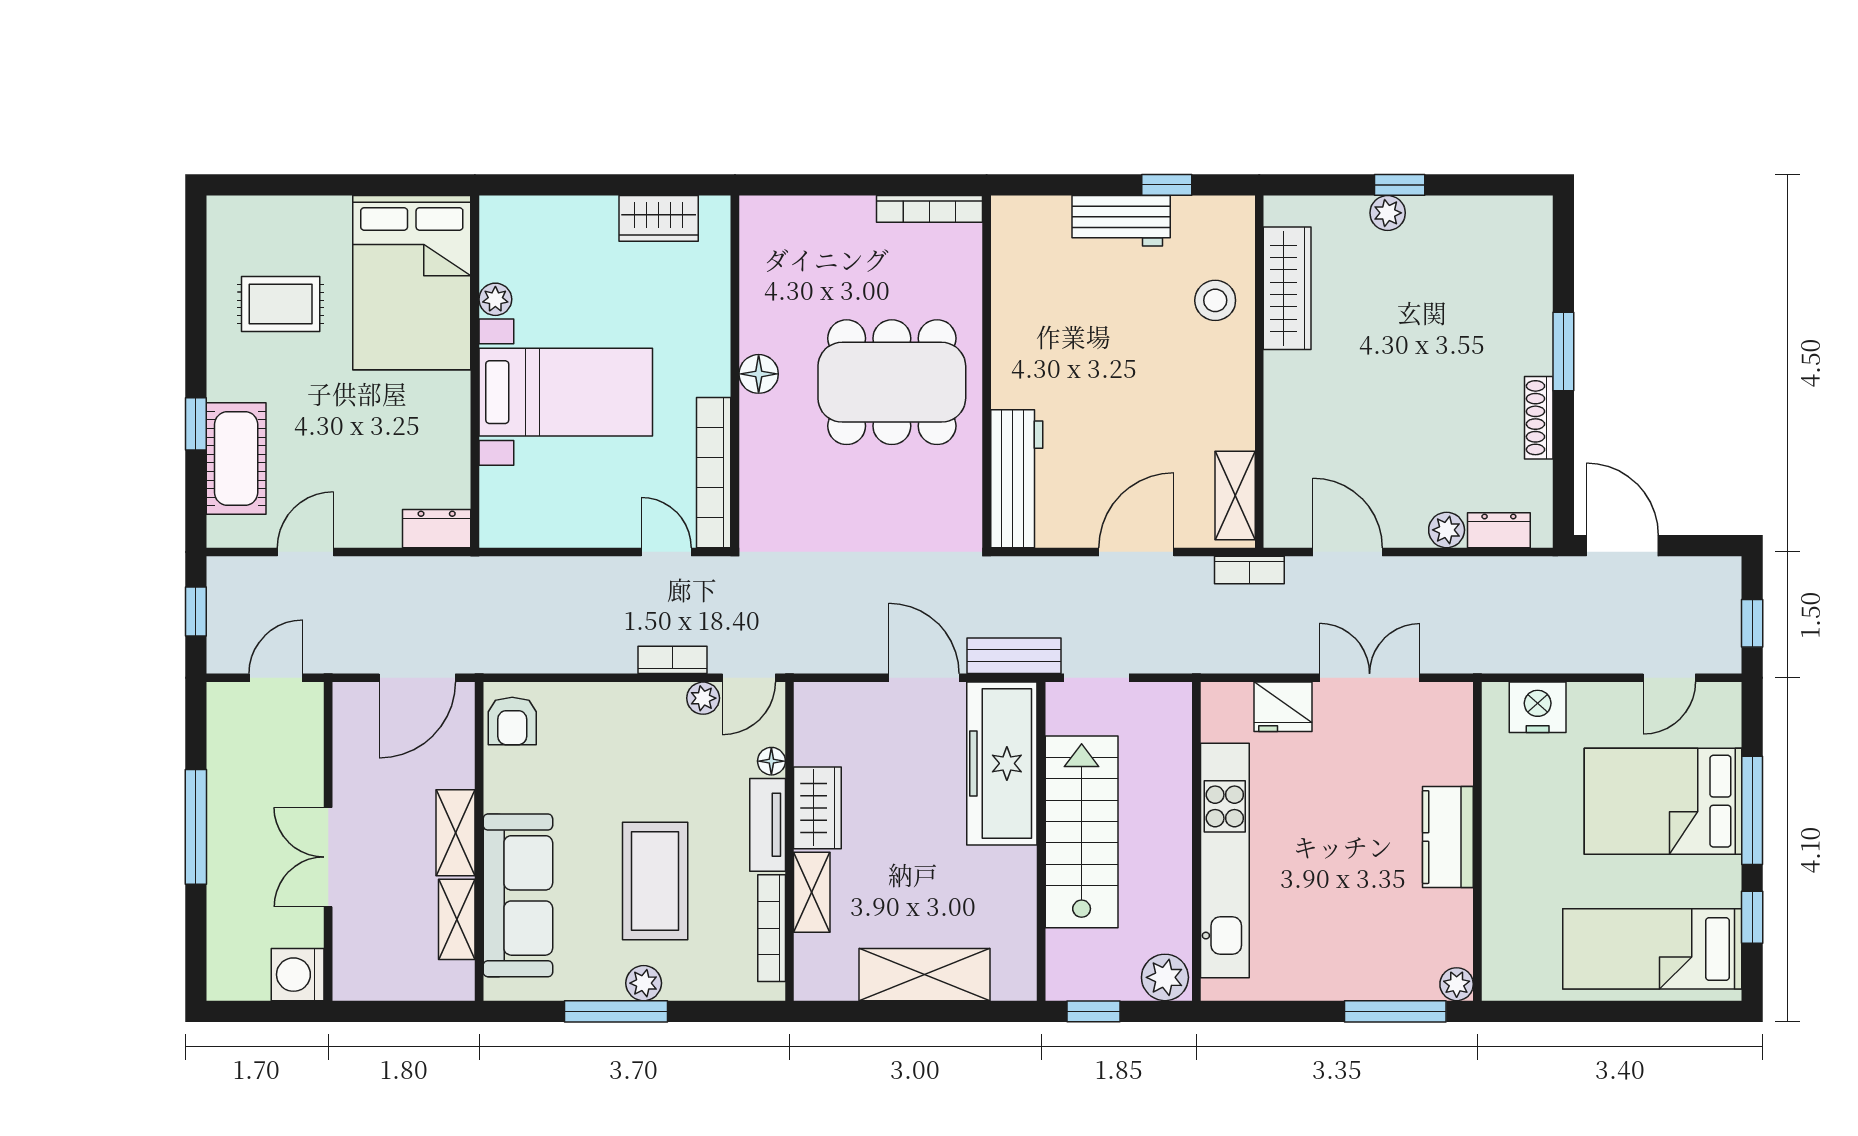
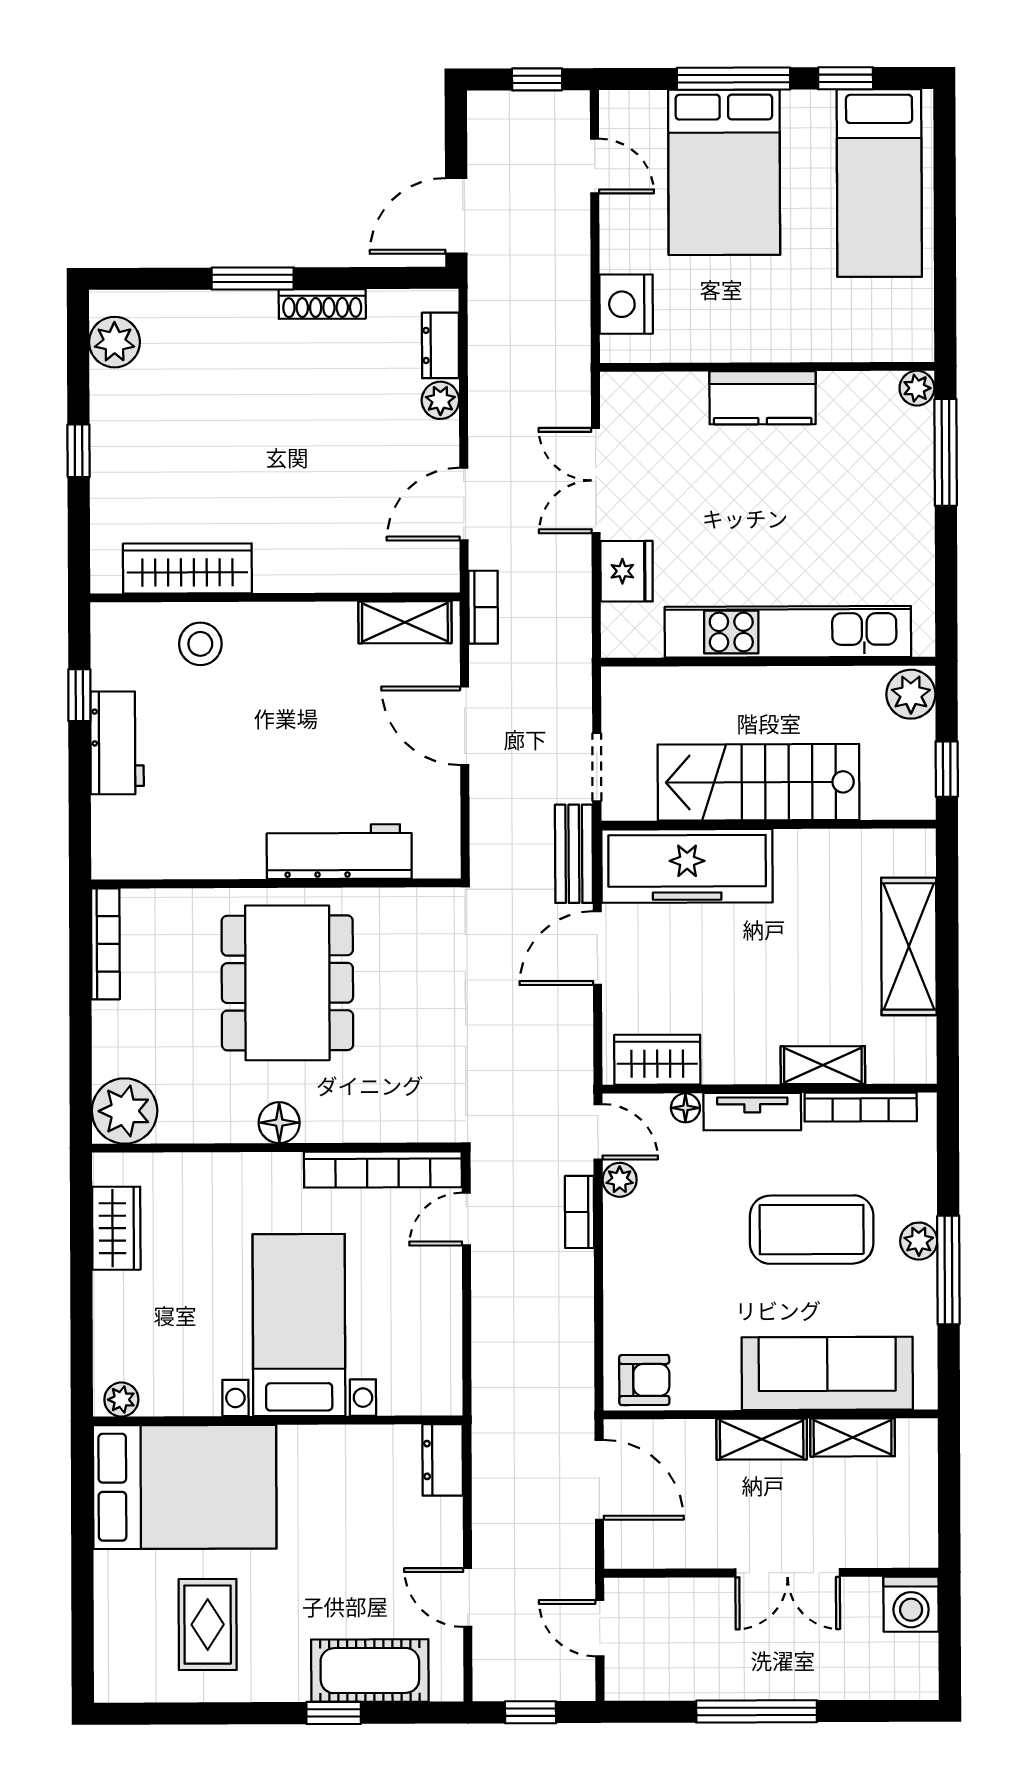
plant: (1388, 213) -> (114, 342), moved, width x1.38, depth x1.38
plant: (770, 227) -> (125, 1111), added
plant: (495, 299) -> (121, 1400), moved
workbench: (1017, 479) -> (339, 852), moved
wardrobe: (817, 808) -> (657, 1060), moved

